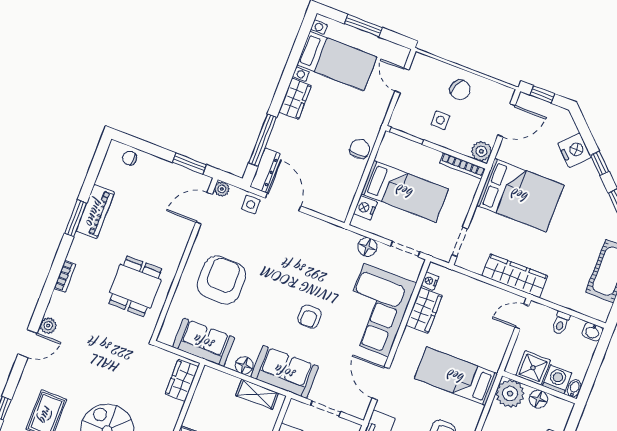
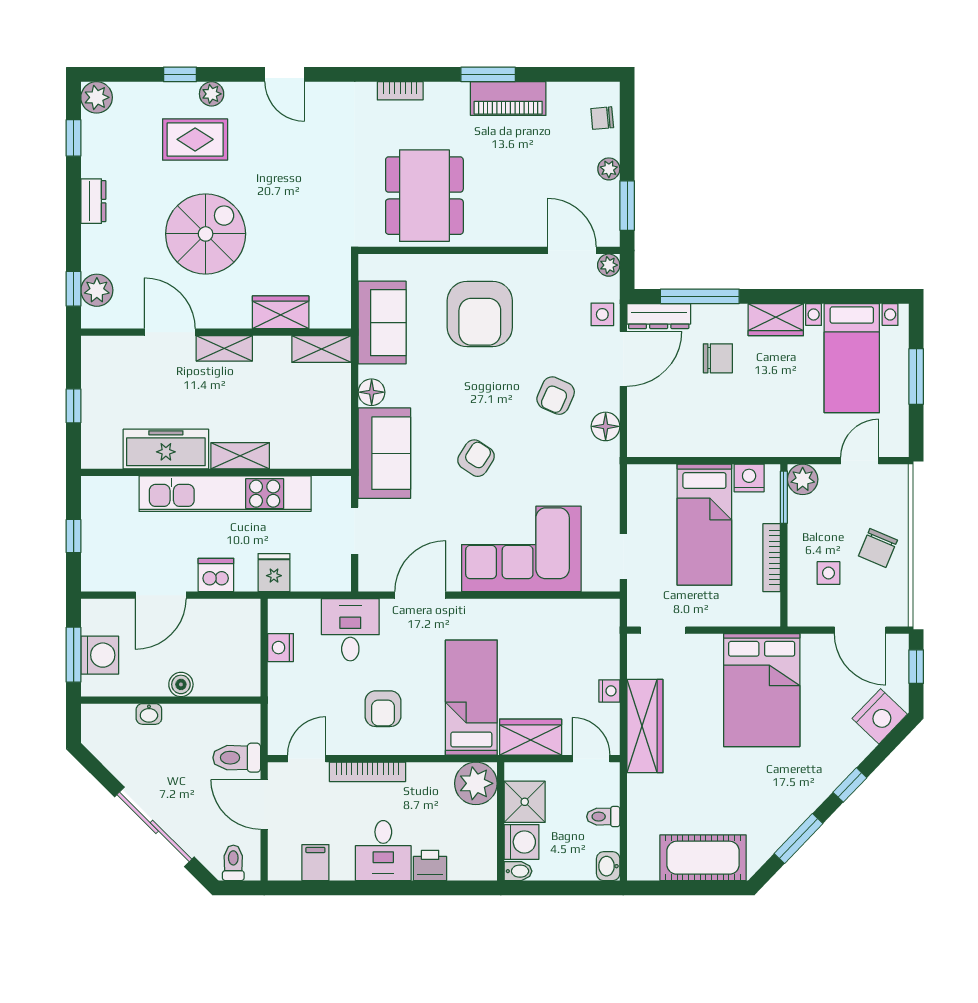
side table: (440, 120) -> (828, 573), moved
chair: (360, 149) -> (718, 358), moved
nightstand: (575, 150) -> (880, 716), moved
plant: (481, 151) -> (803, 479), moved
chair: (130, 158) -> (602, 118), turned -95
plant: (163, 166) -> (609, 169), added
bookcase: (462, 166) -> (772, 558), moved
nightstand: (365, 208) -> (749, 478), moved
floor lamp: (367, 247) -> (606, 426), moved
armchair: (290, 253) -> (556, 396), added
armchair: (221, 280) -> (480, 314), turned 90
nightstand: (430, 281) -> (609, 691), moved, turned 90
dining table: (135, 286) -> (424, 196), width x1.38
wardrobe: (424, 310) -> (531, 737), moved, turned 180
armchair: (309, 317) -> (476, 458), turned 123
plant: (48, 326) -> (212, 94), moved
wardrobe: (182, 380) -> (281, 312), moved
shelving: (257, 394) -> (322, 349), moved, turned 90
floor lamp: (538, 399) -> (484, 826), removed

